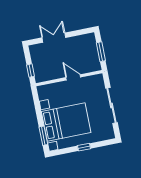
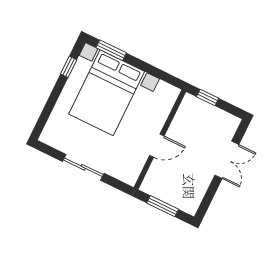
sliding door: (112, 105) -> (83, 167), width x0.73
window: (84, 147) -> (69, 67), moved

